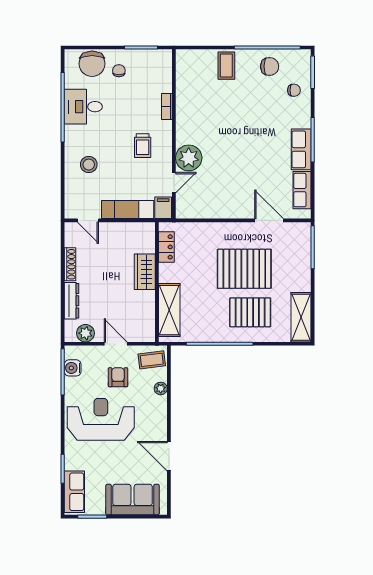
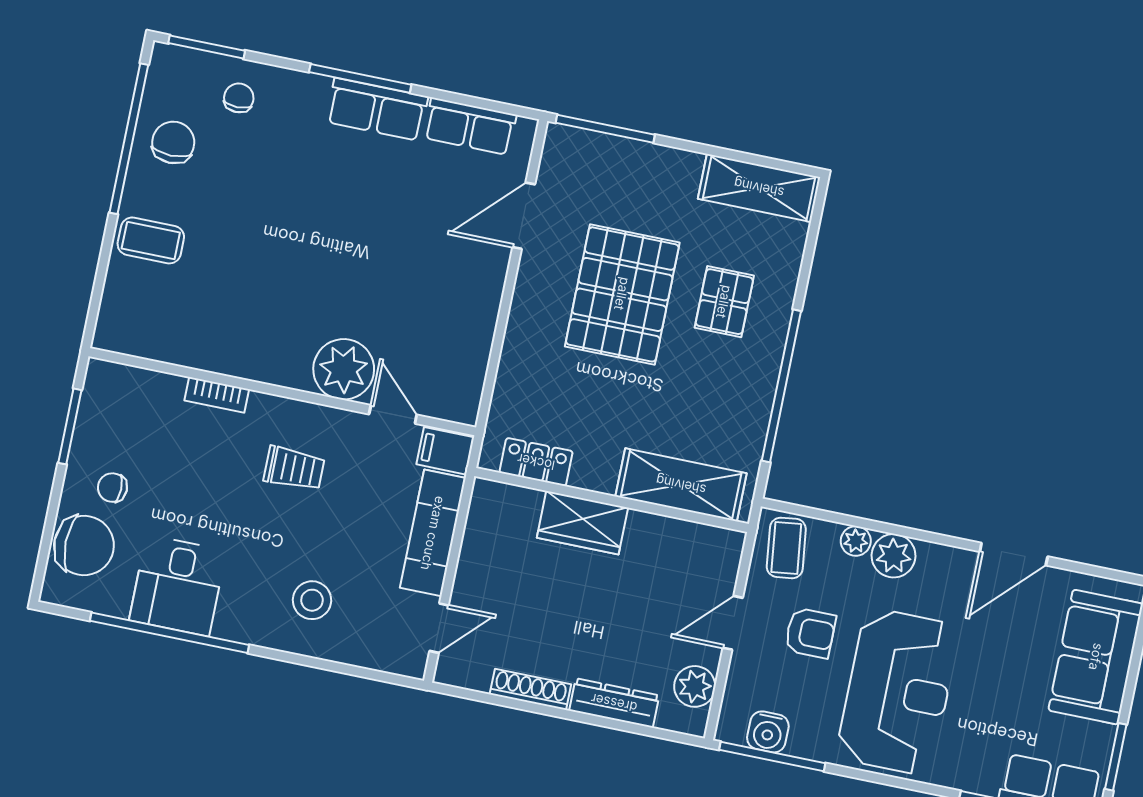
pallet: (250, 312) -> (724, 302), width x0.67, depth x0.71
armchair: (118, 377) -> (810, 633), turned 180
plant: (158, 406) -> (893, 556), added
reception desk: (101, 419) -> (898, 692), turned 180

